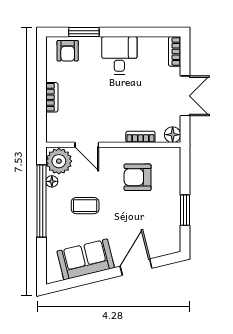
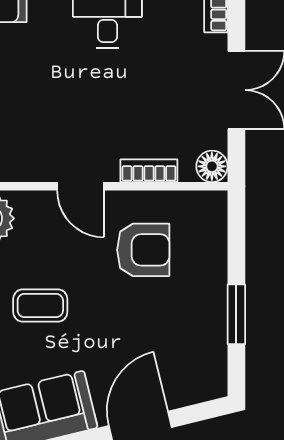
door: (87, 145) -> (81, 186), moved
armchair: (138, 177) -> (143, 250), turned 180

